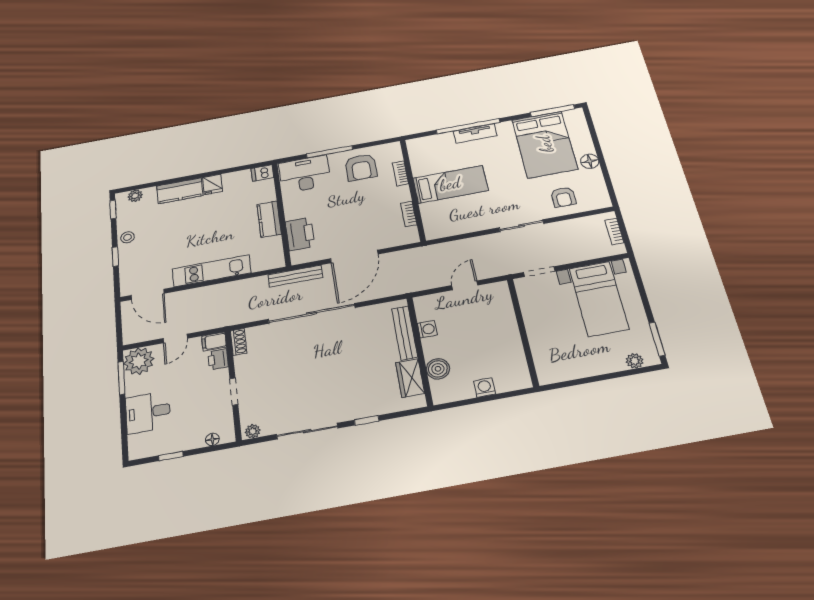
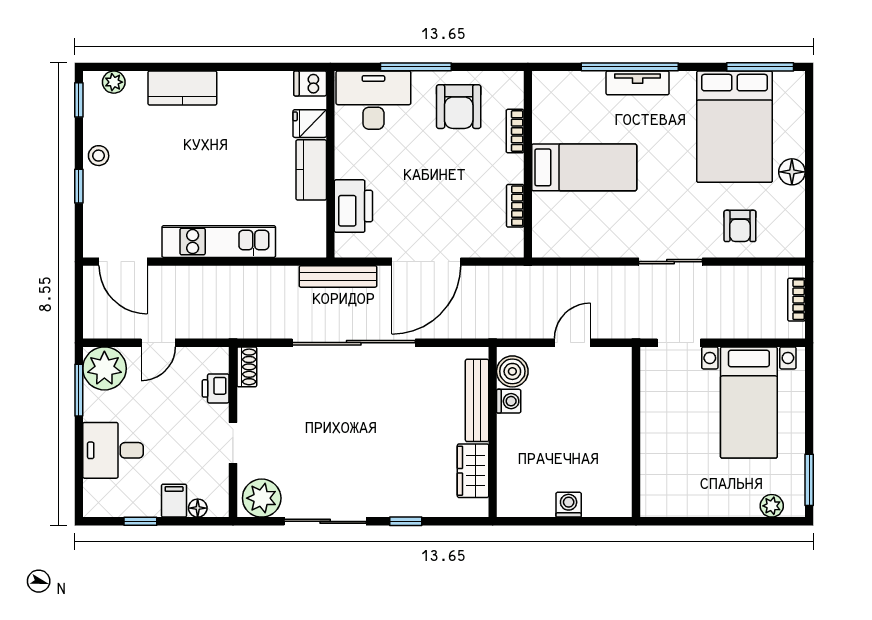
fridge: (212, 184) -> (310, 124), moved, turned 90
filing cabinet: (214, 342) -> (174, 501), moved, turned 90
boiler: (438, 369) -> (512, 371), moved
plant: (253, 431) -> (262, 498), width x1.88, depth x1.88

